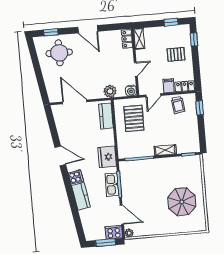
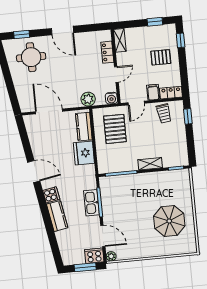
locker: (127, 39) -> (107, 52), moved
fridge: (107, 157) -> (84, 153), moved

